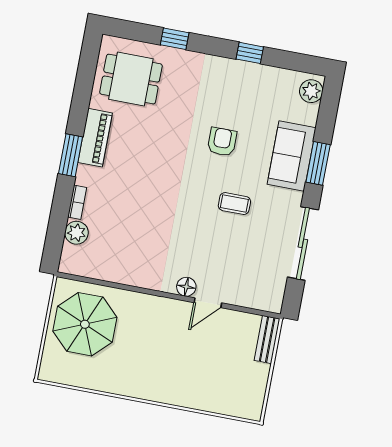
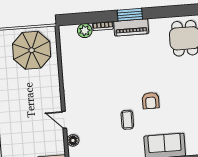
piano: (95, 138) -> (131, 27), moved
armchair: (222, 142) -> (151, 101), moved, turned 90
floor lamp: (186, 287) -> (73, 140), moved

